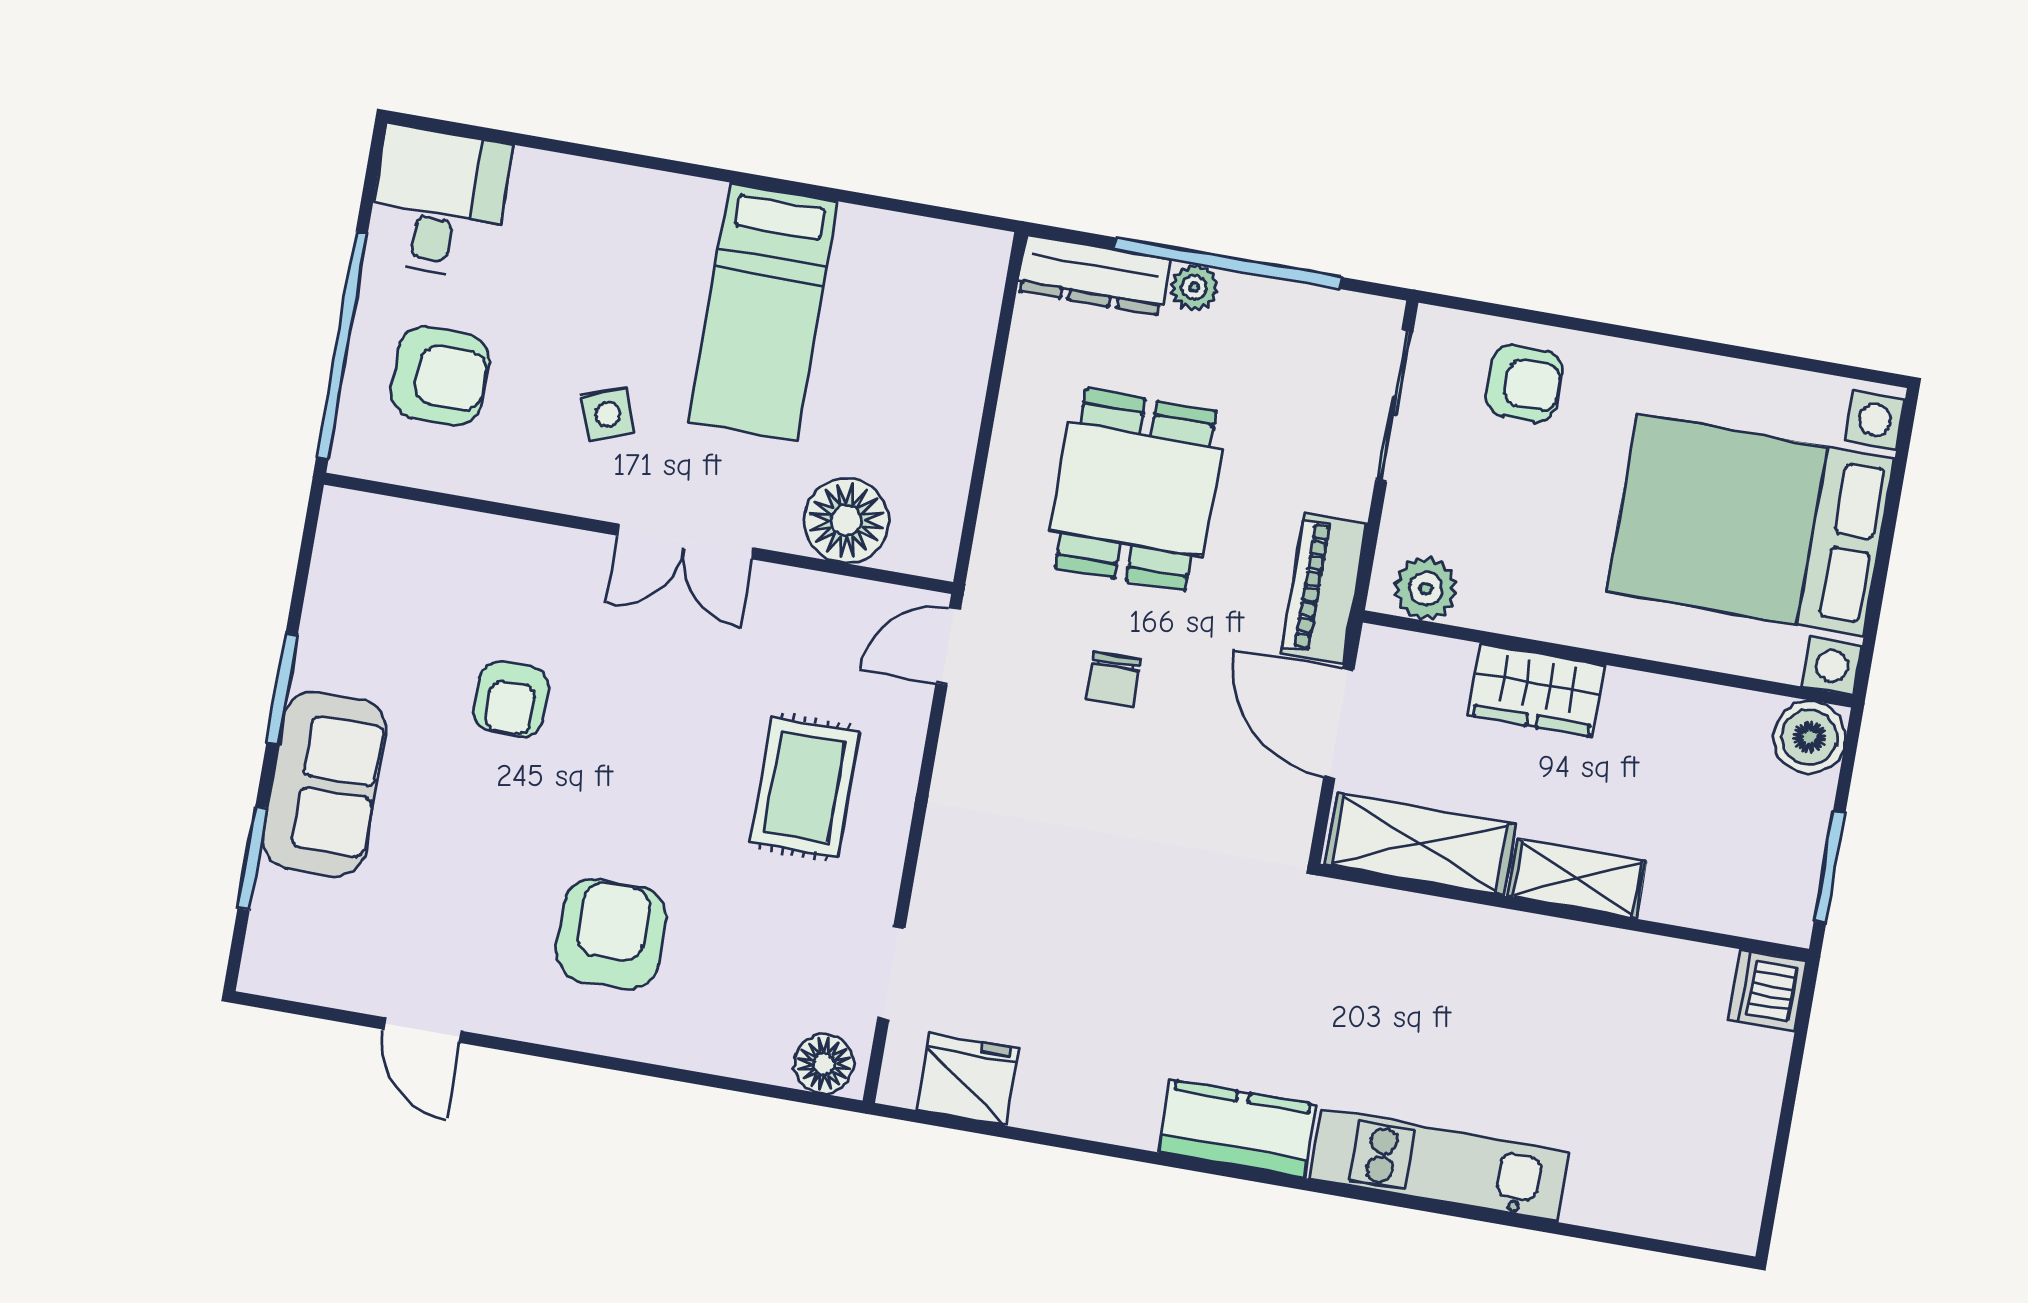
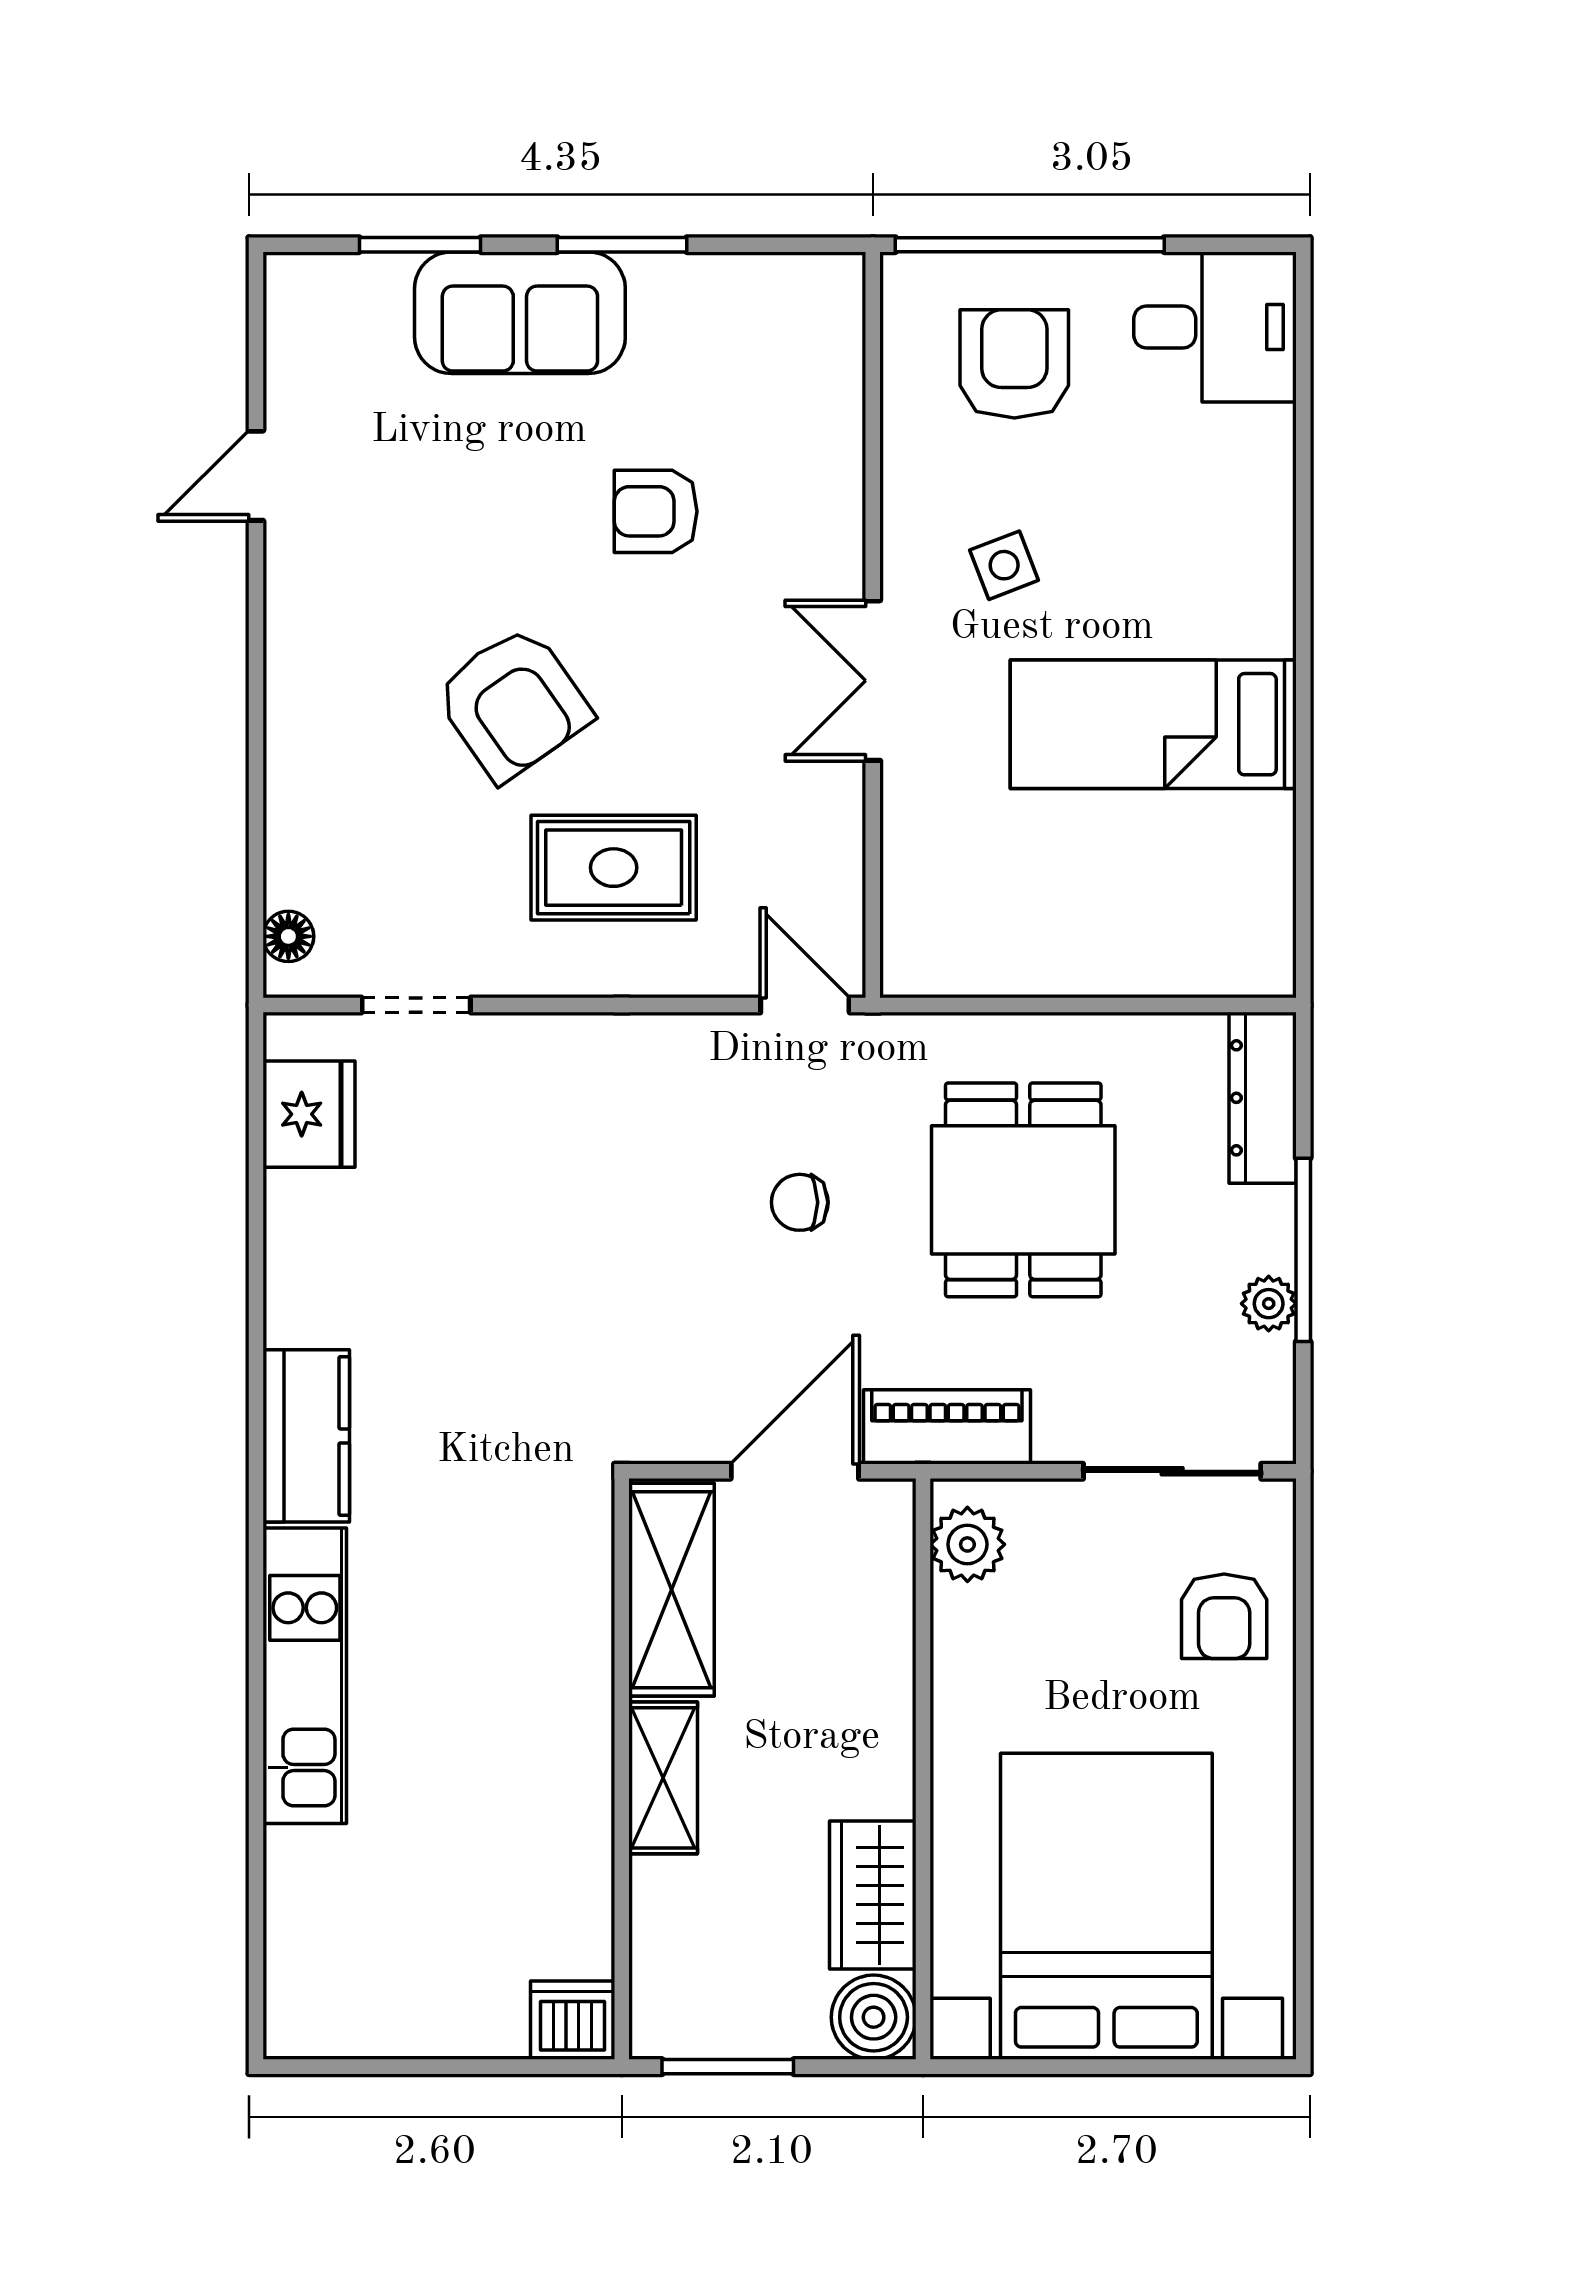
window: (1227, 263) -> (1303, 1250), width x0.68
plant: (1194, 287) -> (1269, 1304), moved
armchair: (440, 376) -> (1014, 364), turned 180
dining table: (1136, 490) -> (1023, 1190), turned 90
floor lamp: (846, 520) -> (930, 862), removed
wardrobe: (1537, 690) -> (873, 1895), moved
armchair: (611, 934) -> (513, 703), moved, turned 55
floor lamp: (824, 1064) -> (288, 936), width x0.73, depth x0.73

